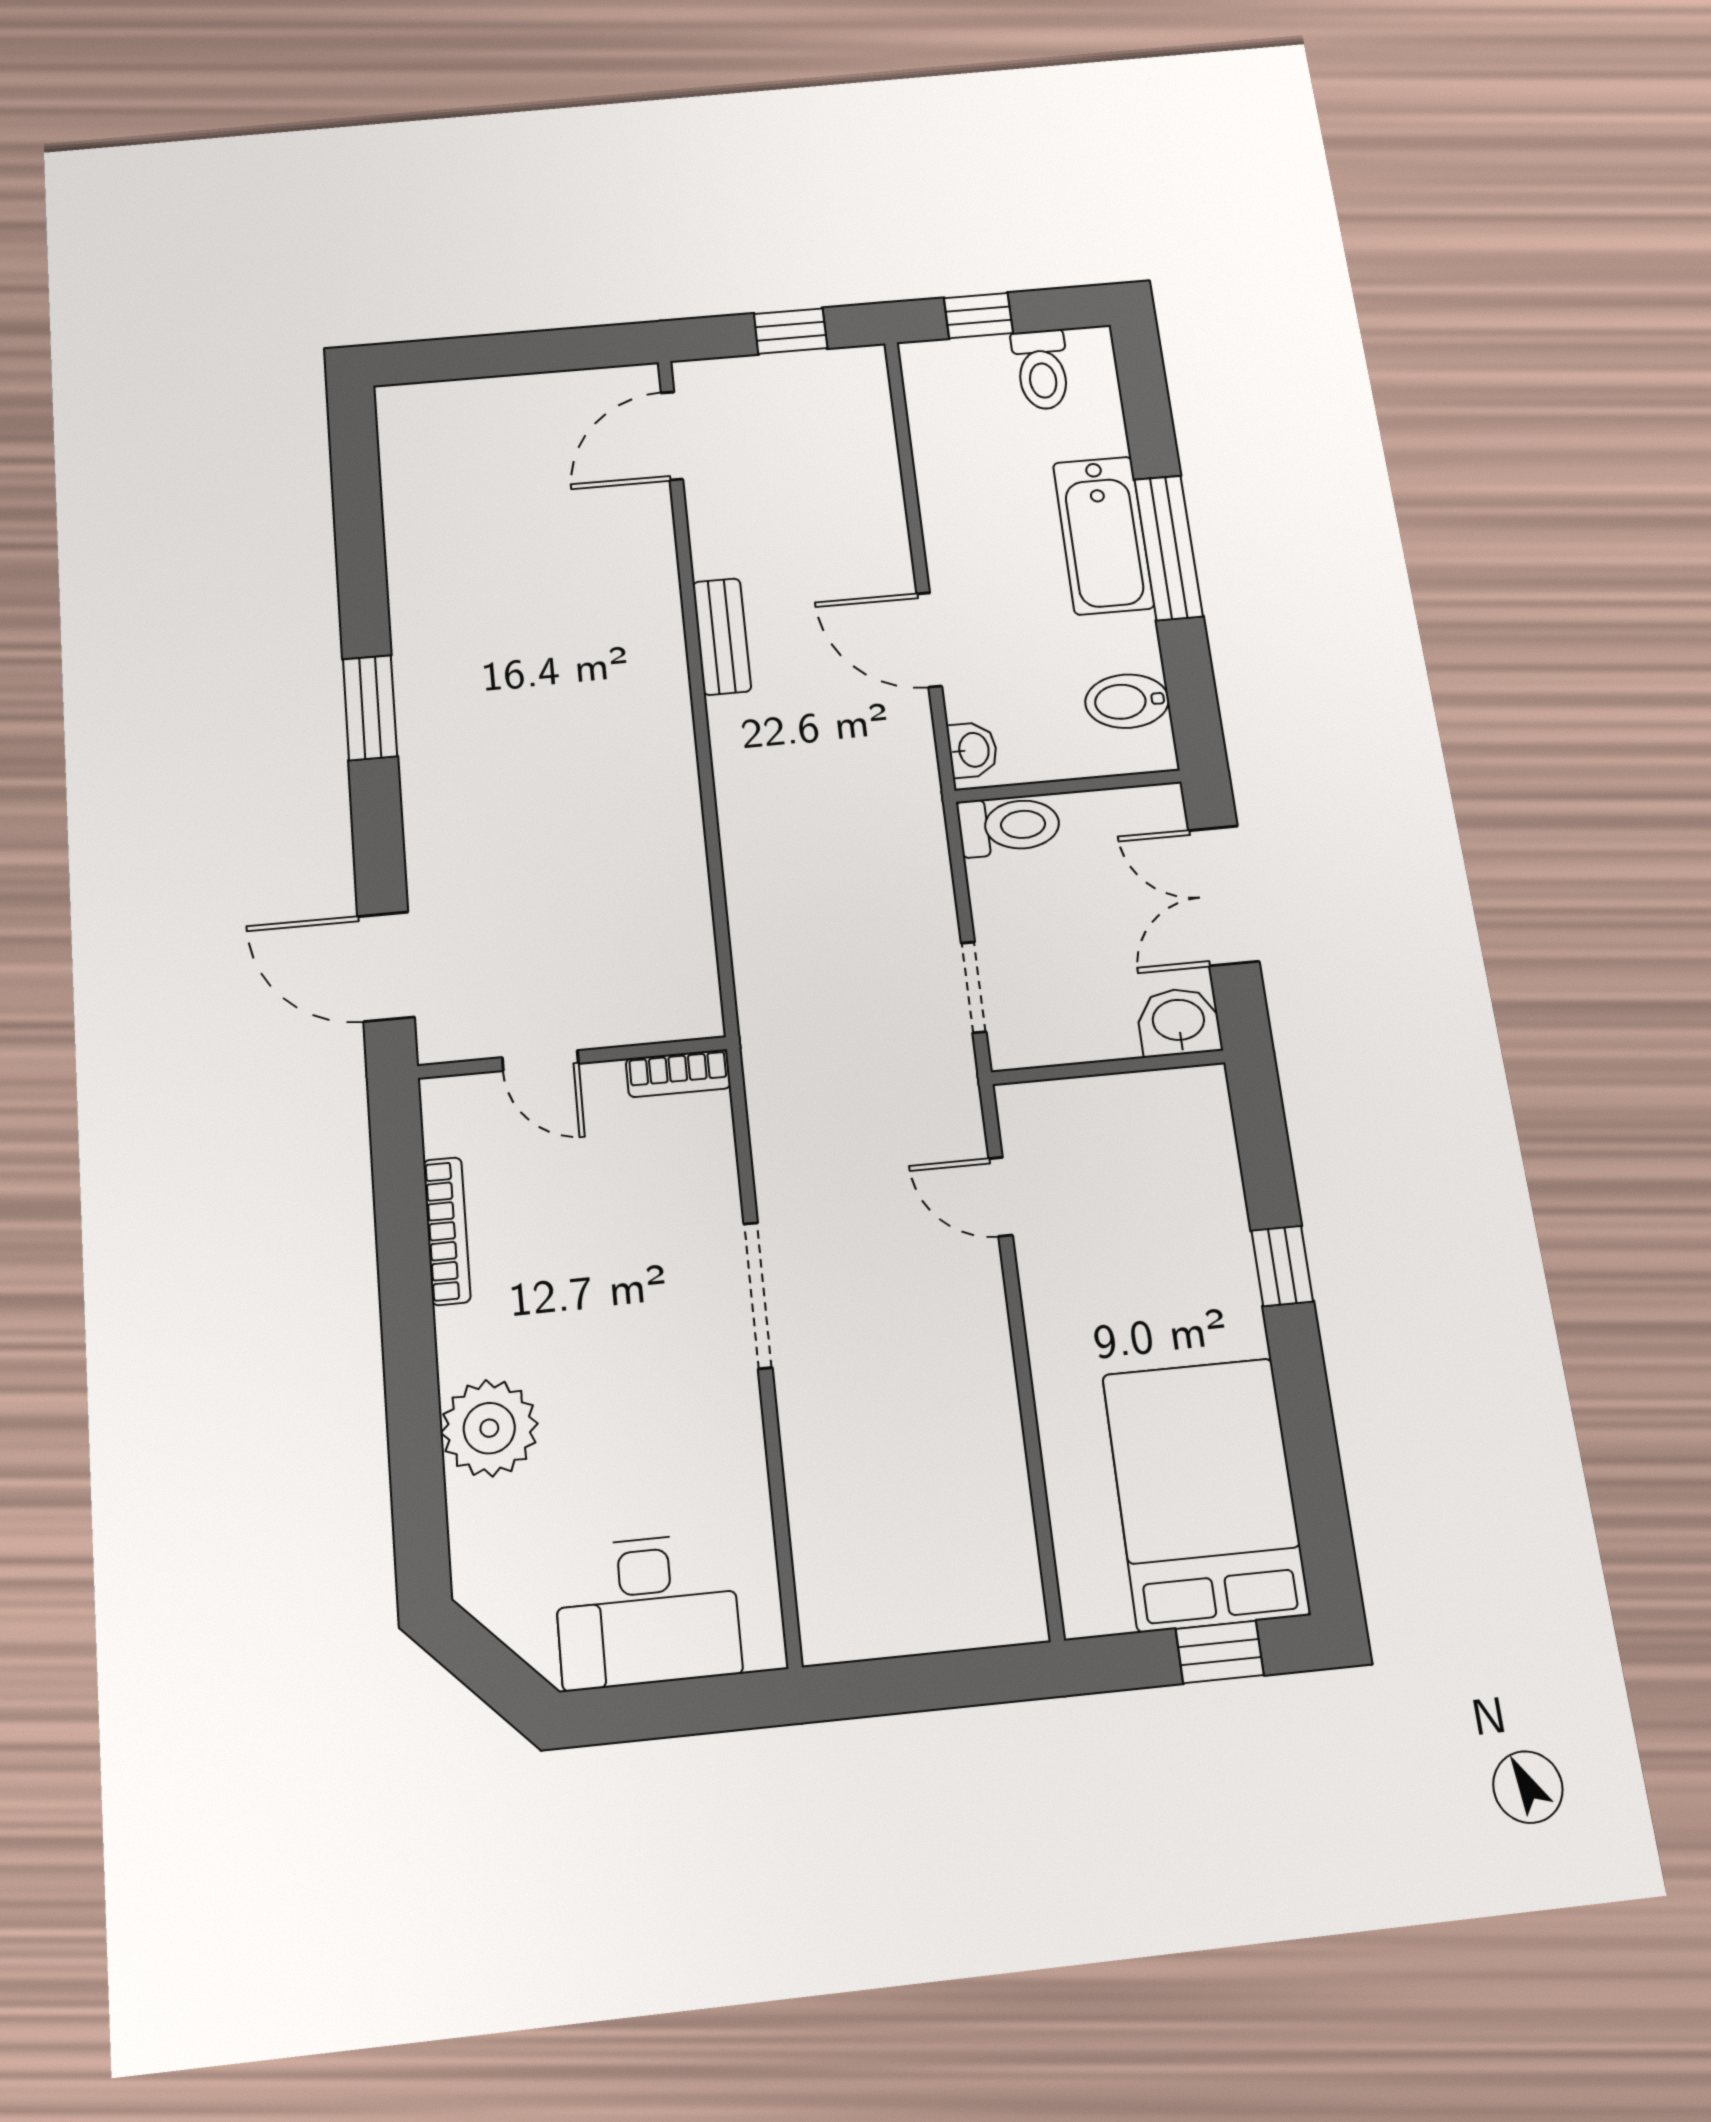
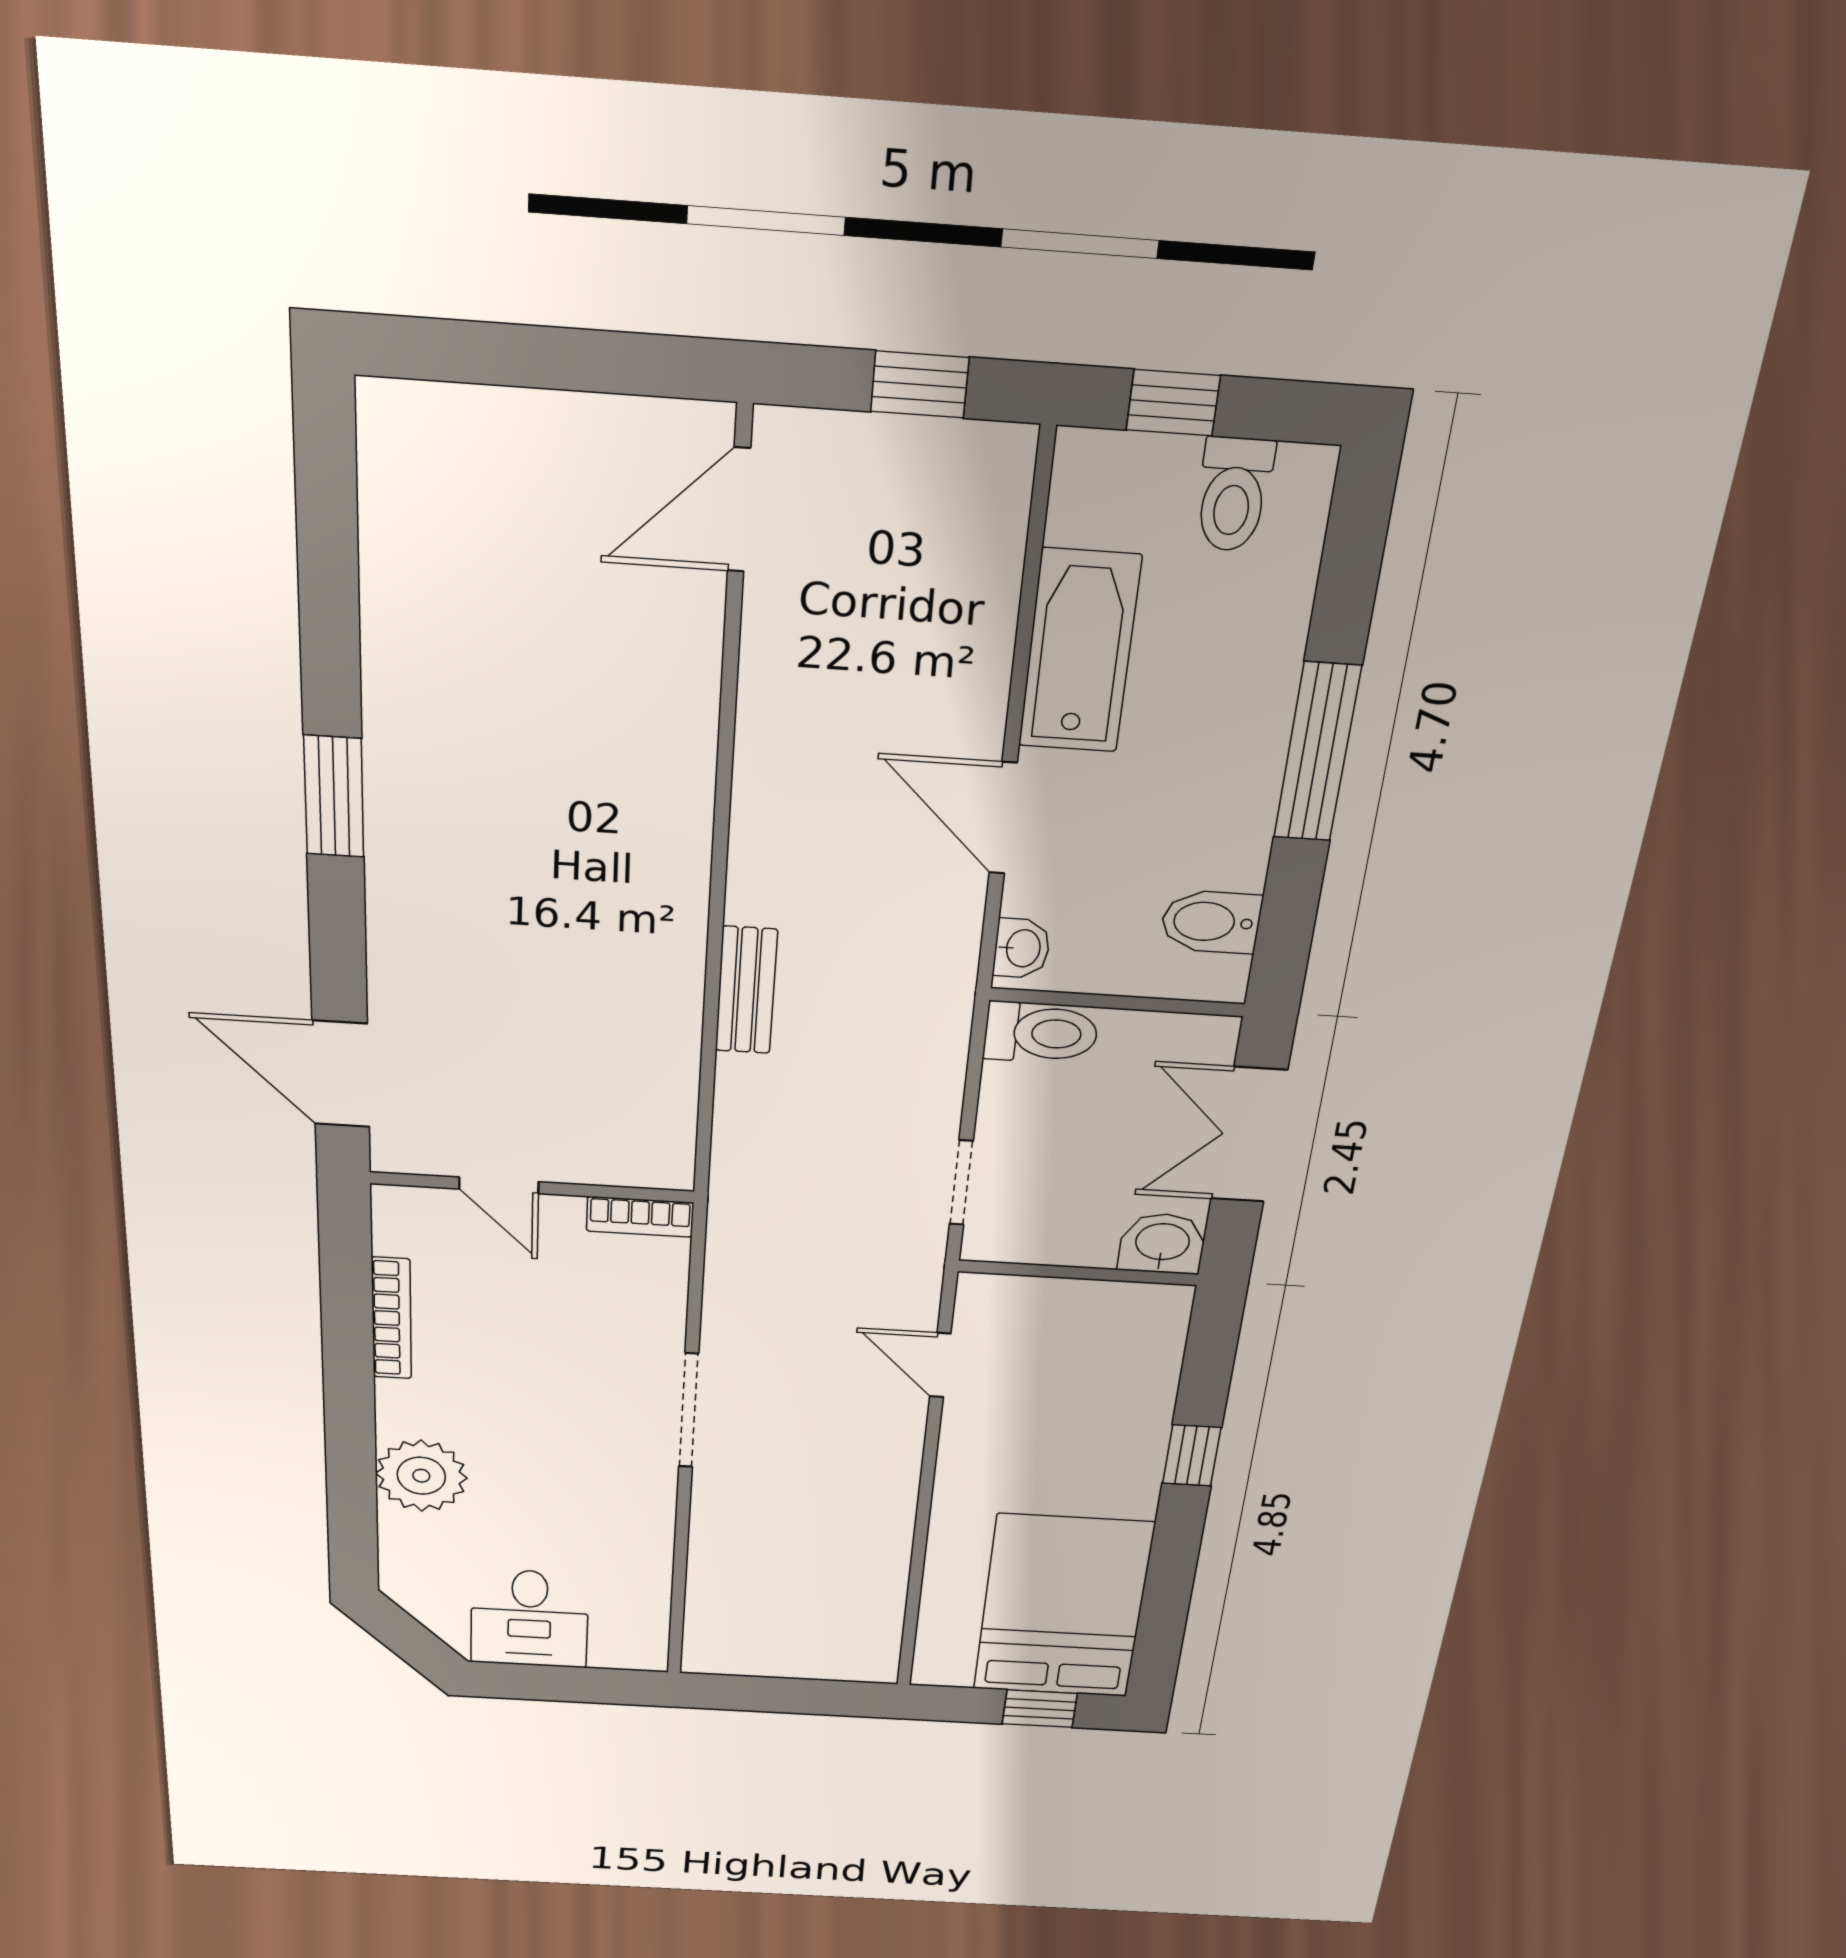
bathtub: (1103, 535) -> (1080, 651), moved, turned 180
bench: (722, 636) -> (746, 990), moved
desk: (647, 1611) -> (529, 1618), width x0.73

